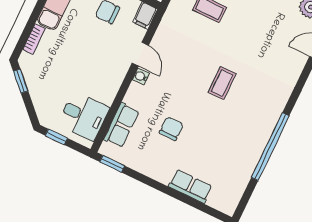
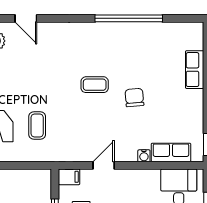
water cooler: (141, 76) -> (144, 156), moved
chair: (171, 129) -> (134, 98), moved, turned 85

